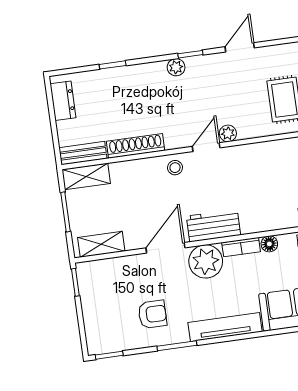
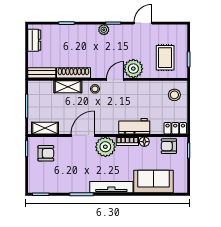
plant: (228, 133) -> (133, 69), width x1.88, depth x1.88
shelving: (86, 176) -> (68, 87), moved
workbench: (213, 226) -> (134, 126), moved
armchair: (152, 314) -> (46, 153), moved

